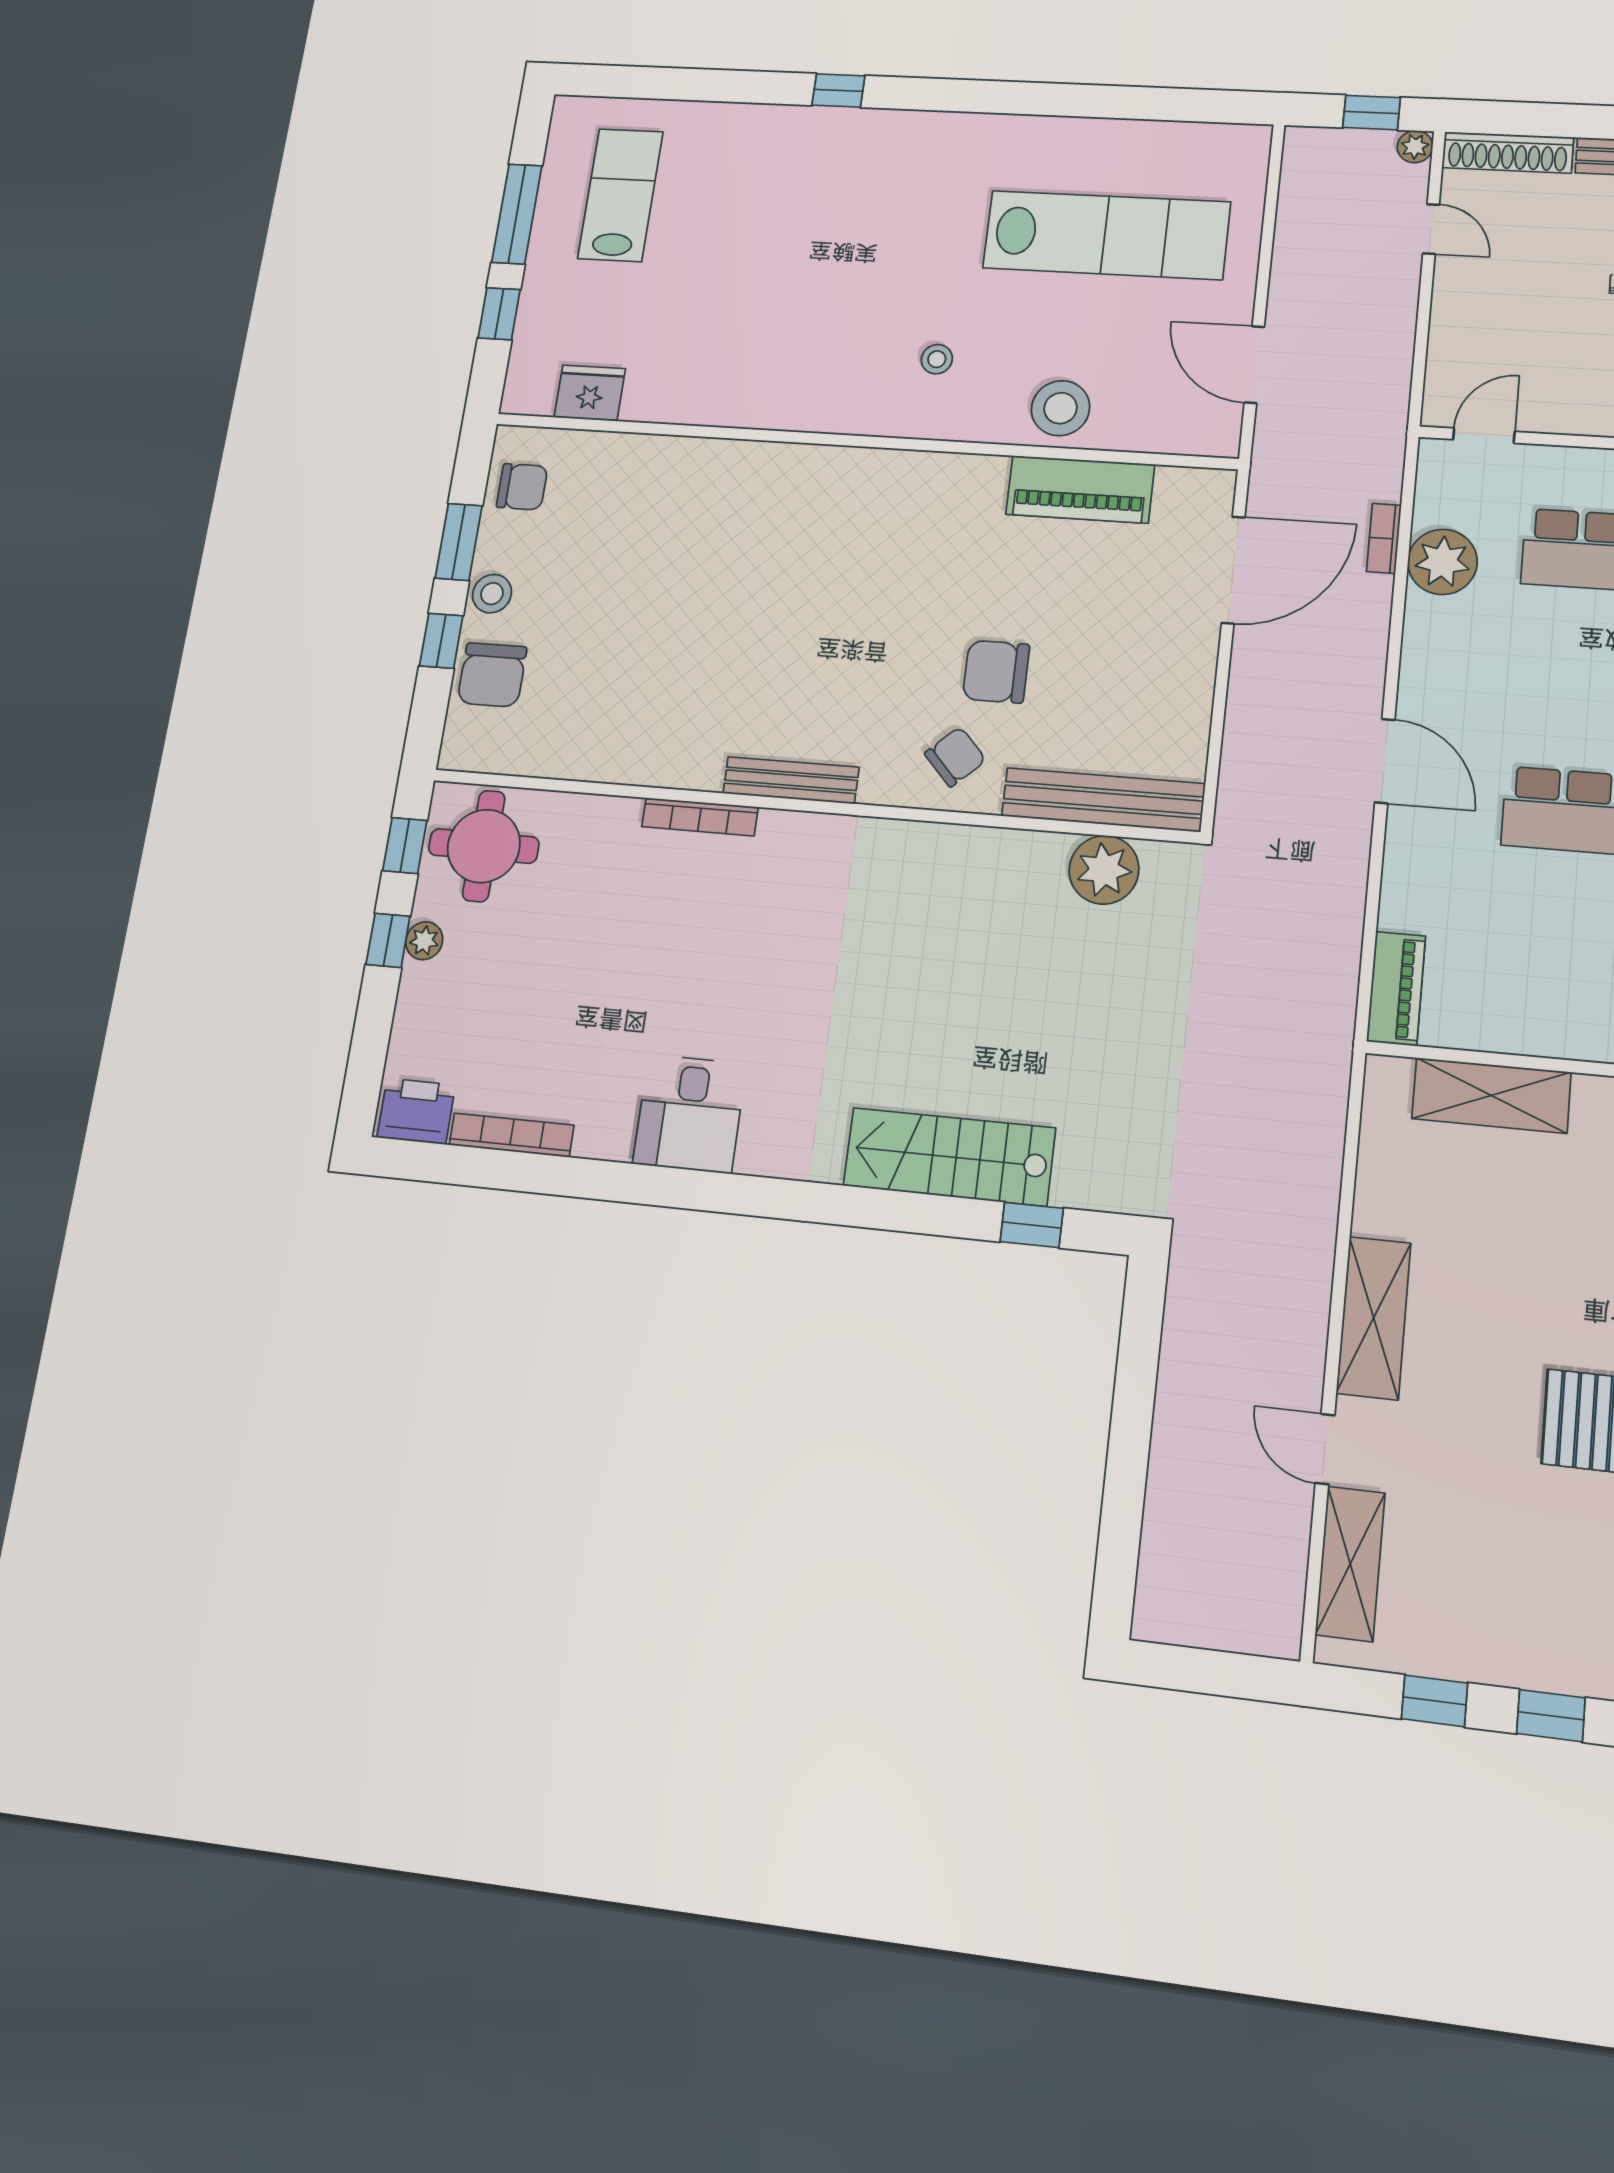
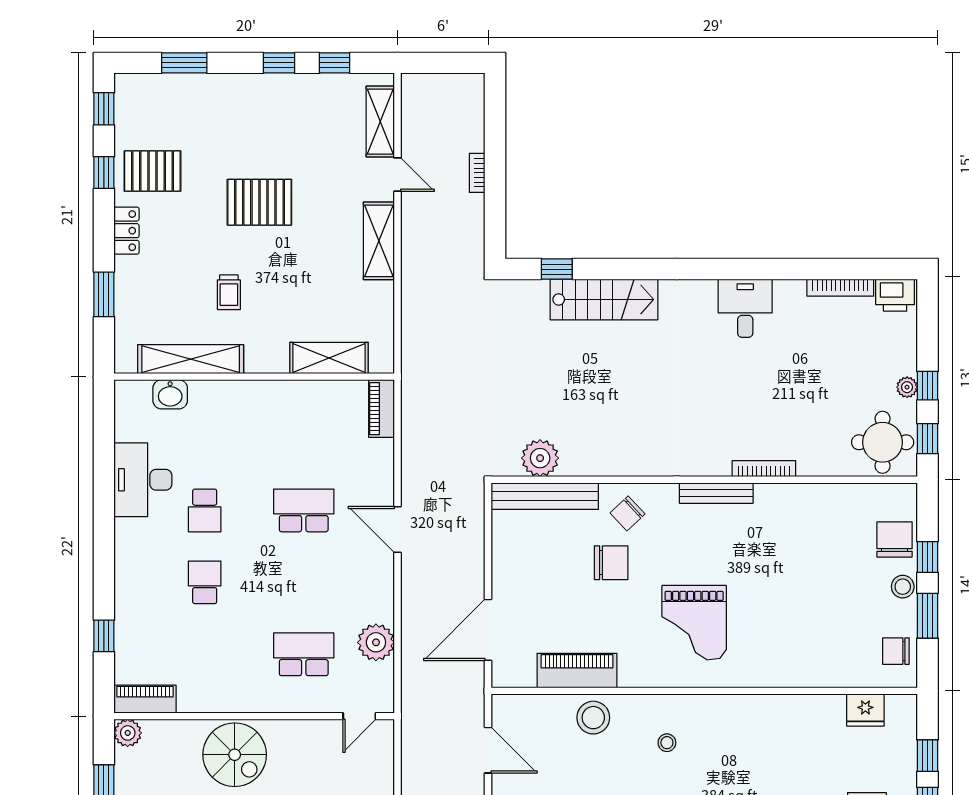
bookcase: (1384, 538) -> (477, 173), moved, turned 180
grand piano: (862, 558) -> (694, 623), added

